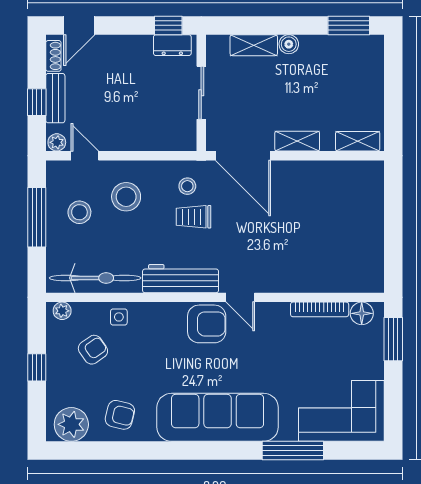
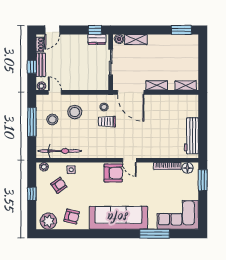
boiler: (289, 44) -> (119, 39), moved
workbench: (181, 279) -> (191, 136), moved, turned -90

